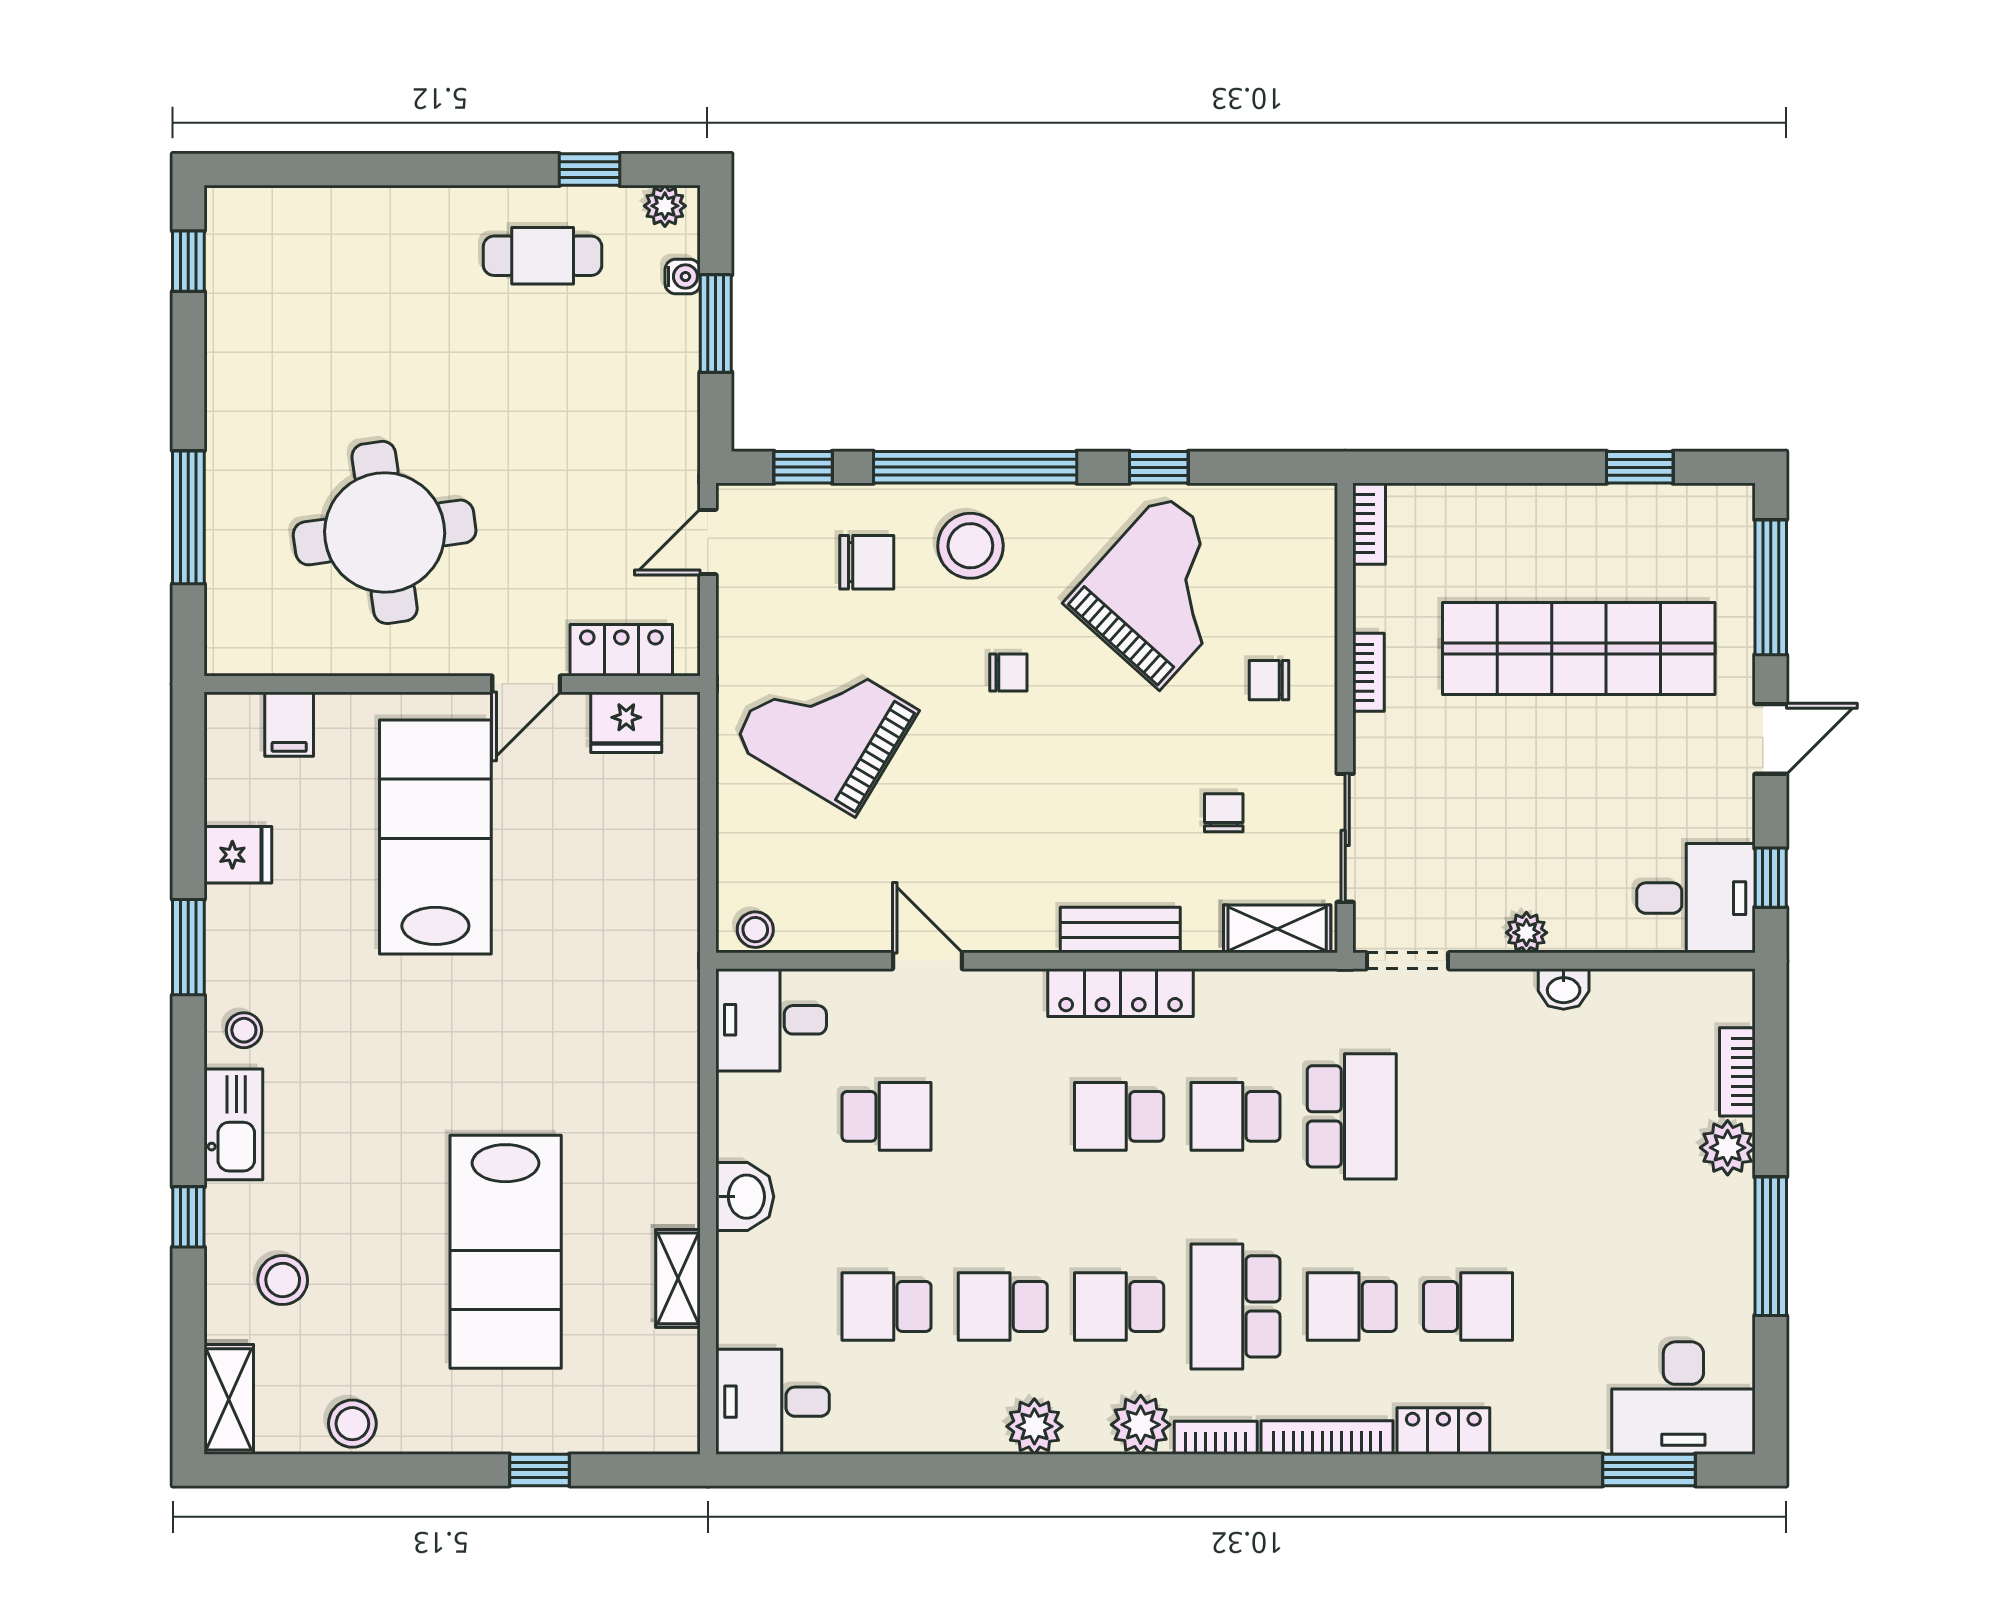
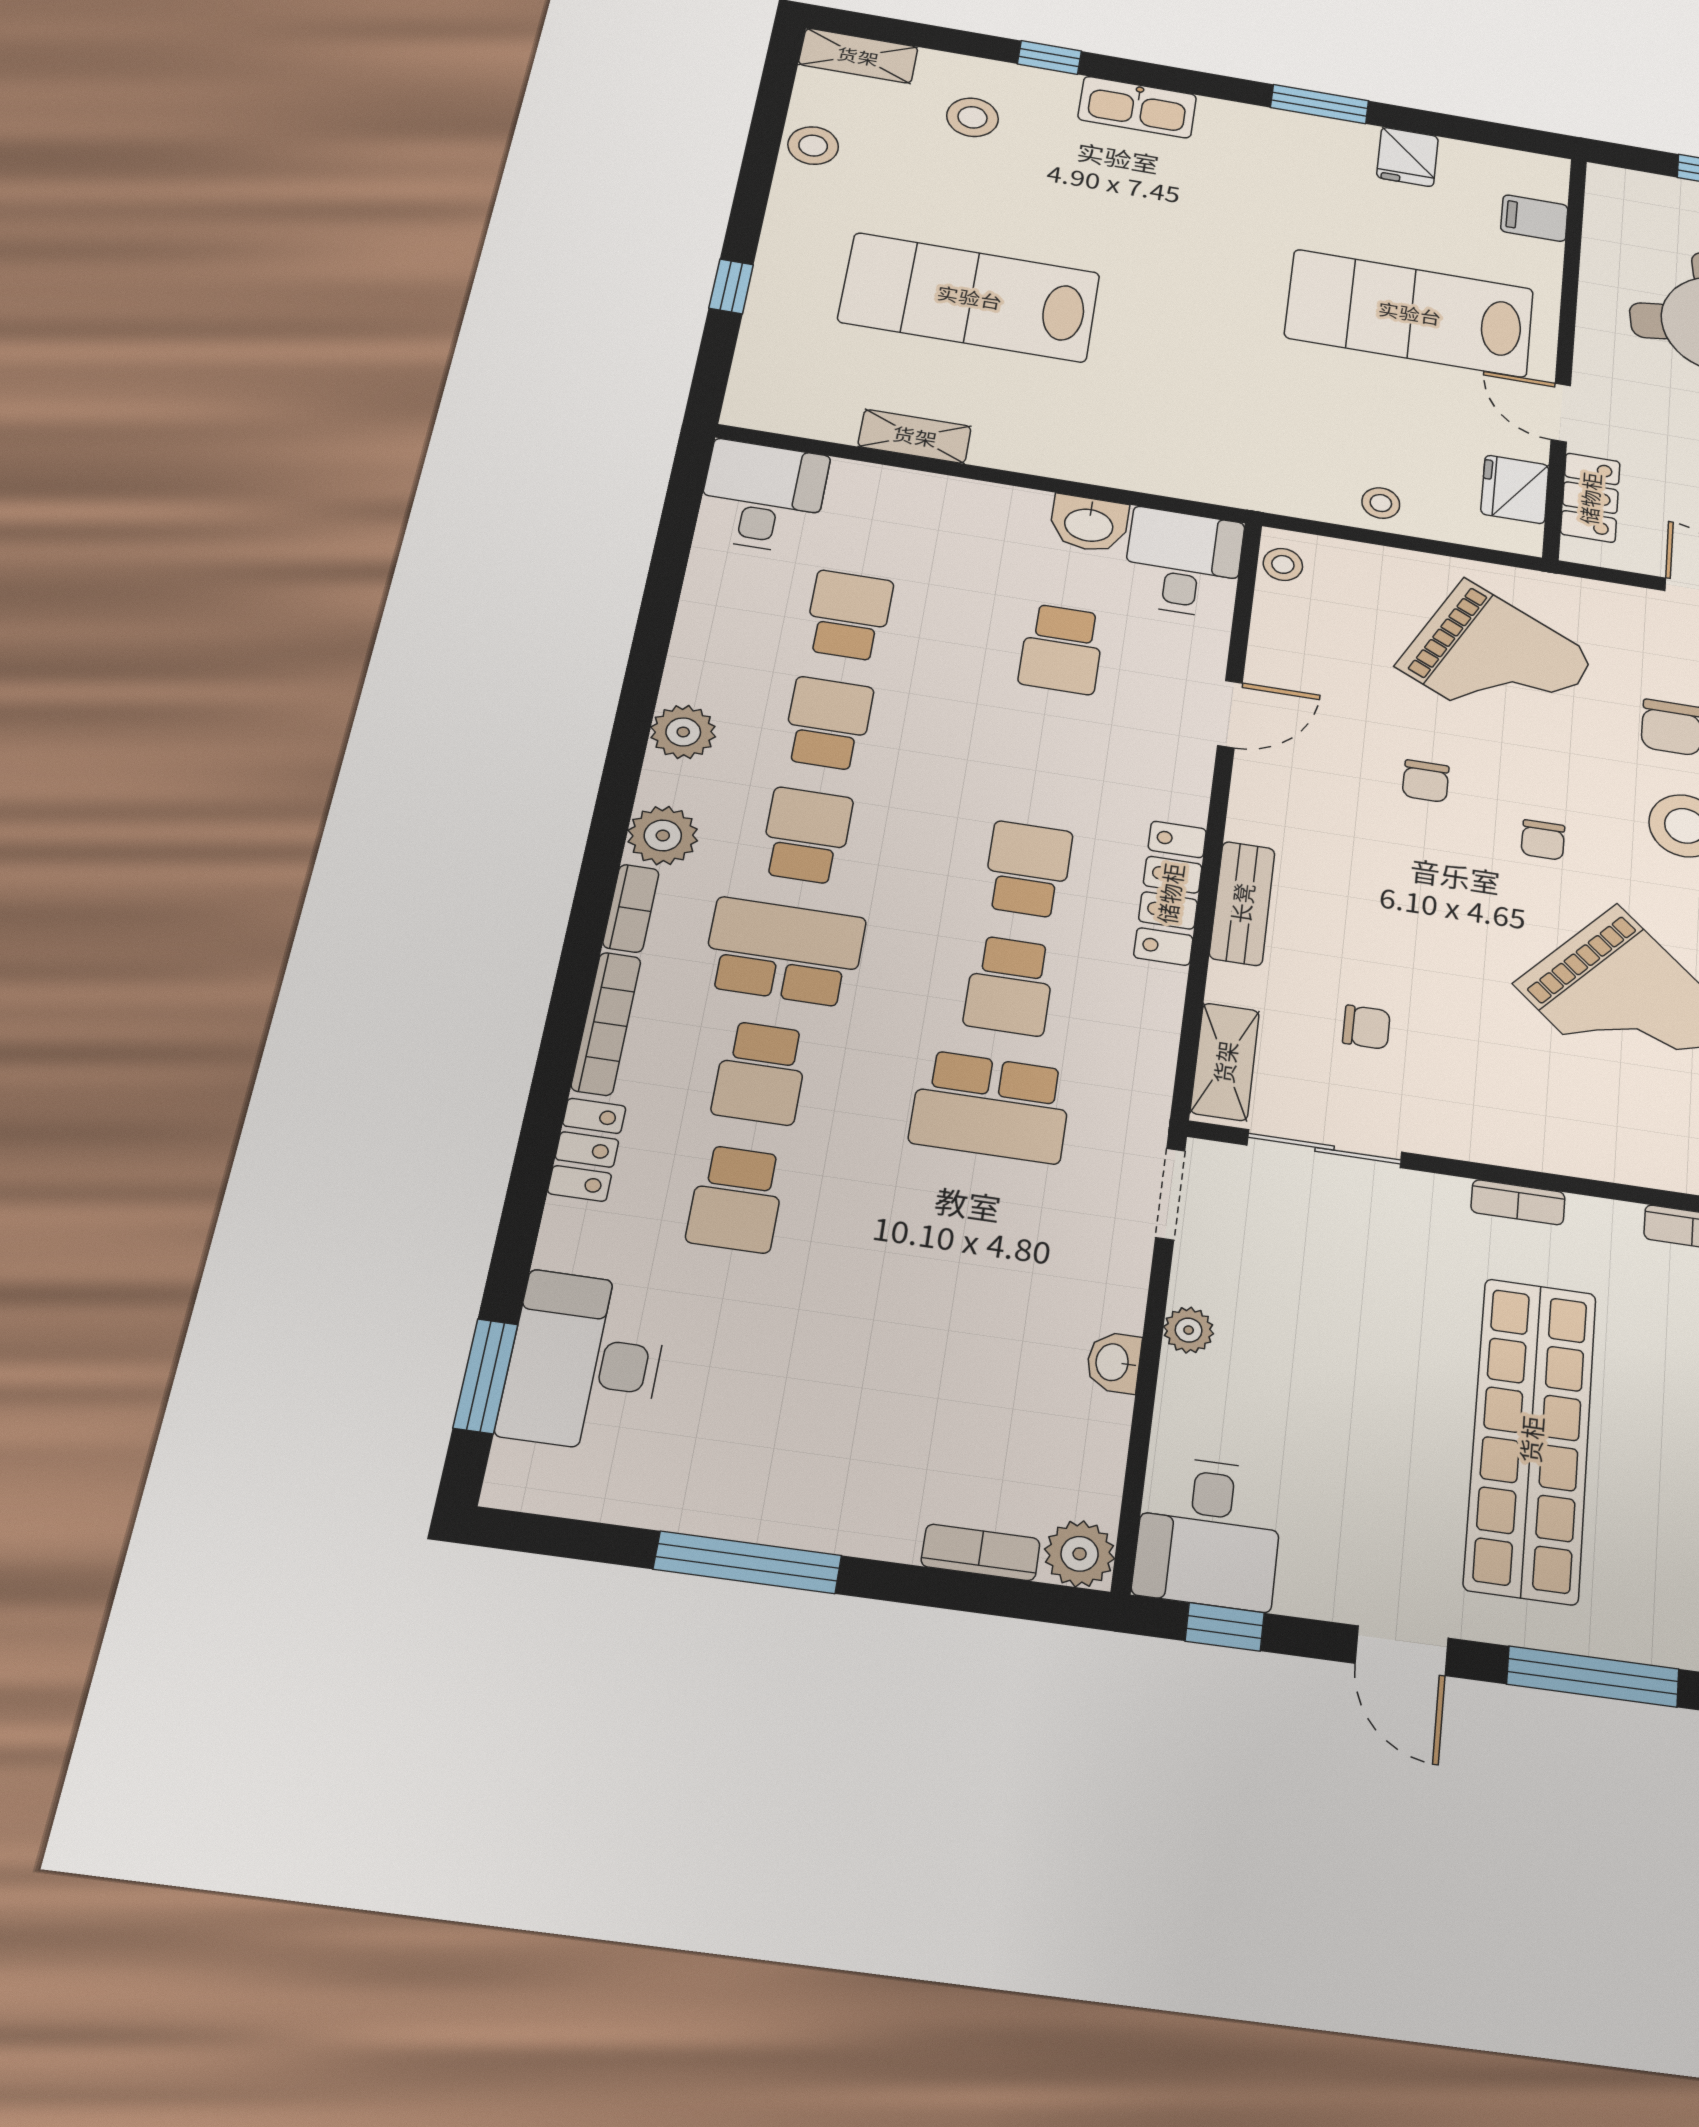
chair: (1269, 680) -> (1426, 781), moved, turned 180
grand piano: (825, 727) -> (1496, 662), turned 86
lab bench: (435, 837) -> (1410, 313), turned 180
stool: (244, 1030) -> (1381, 503), moved
school desk: (1235, 1116) -> (1010, 986), turned 180
plant: (1728, 1148) -> (1080, 1554), moved
washbasin: (745, 1197) -> (1089, 524), moved
school desk: (1352, 1306) -> (761, 1073), turned 180
desk: (1683, 1398) -> (584, 1362), moved

